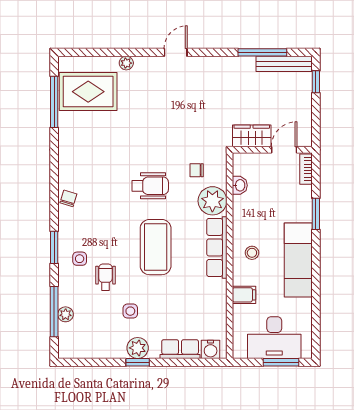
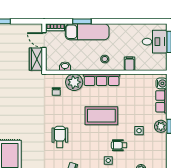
wheelchair: (150, 186) -> (60, 137), moved
exam couch: (298, 260) -> (87, 32), moved
desk: (274, 338) -> (155, 42), width x0.73

